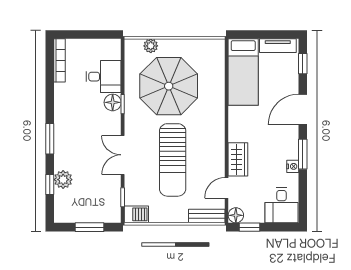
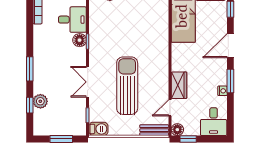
parasol: (169, 86) -> (124, 27), removed
sun lounger: (173, 160) -> (127, 86), turned 180

